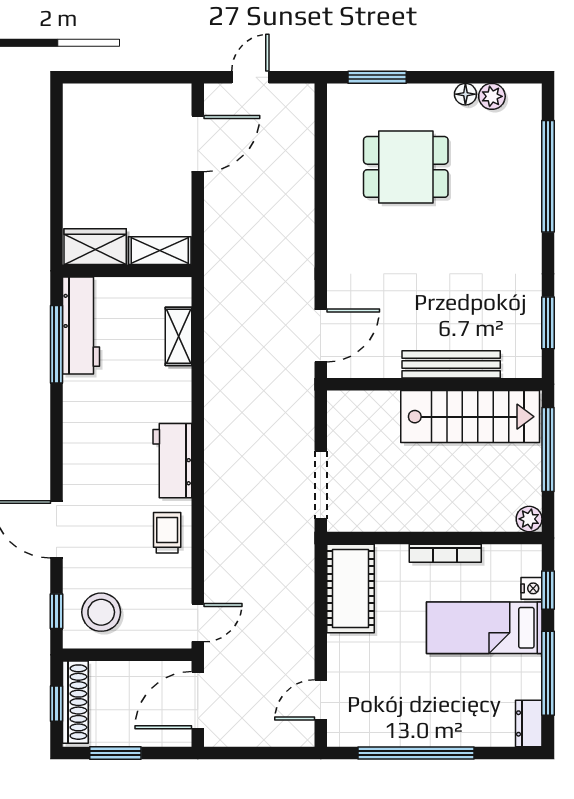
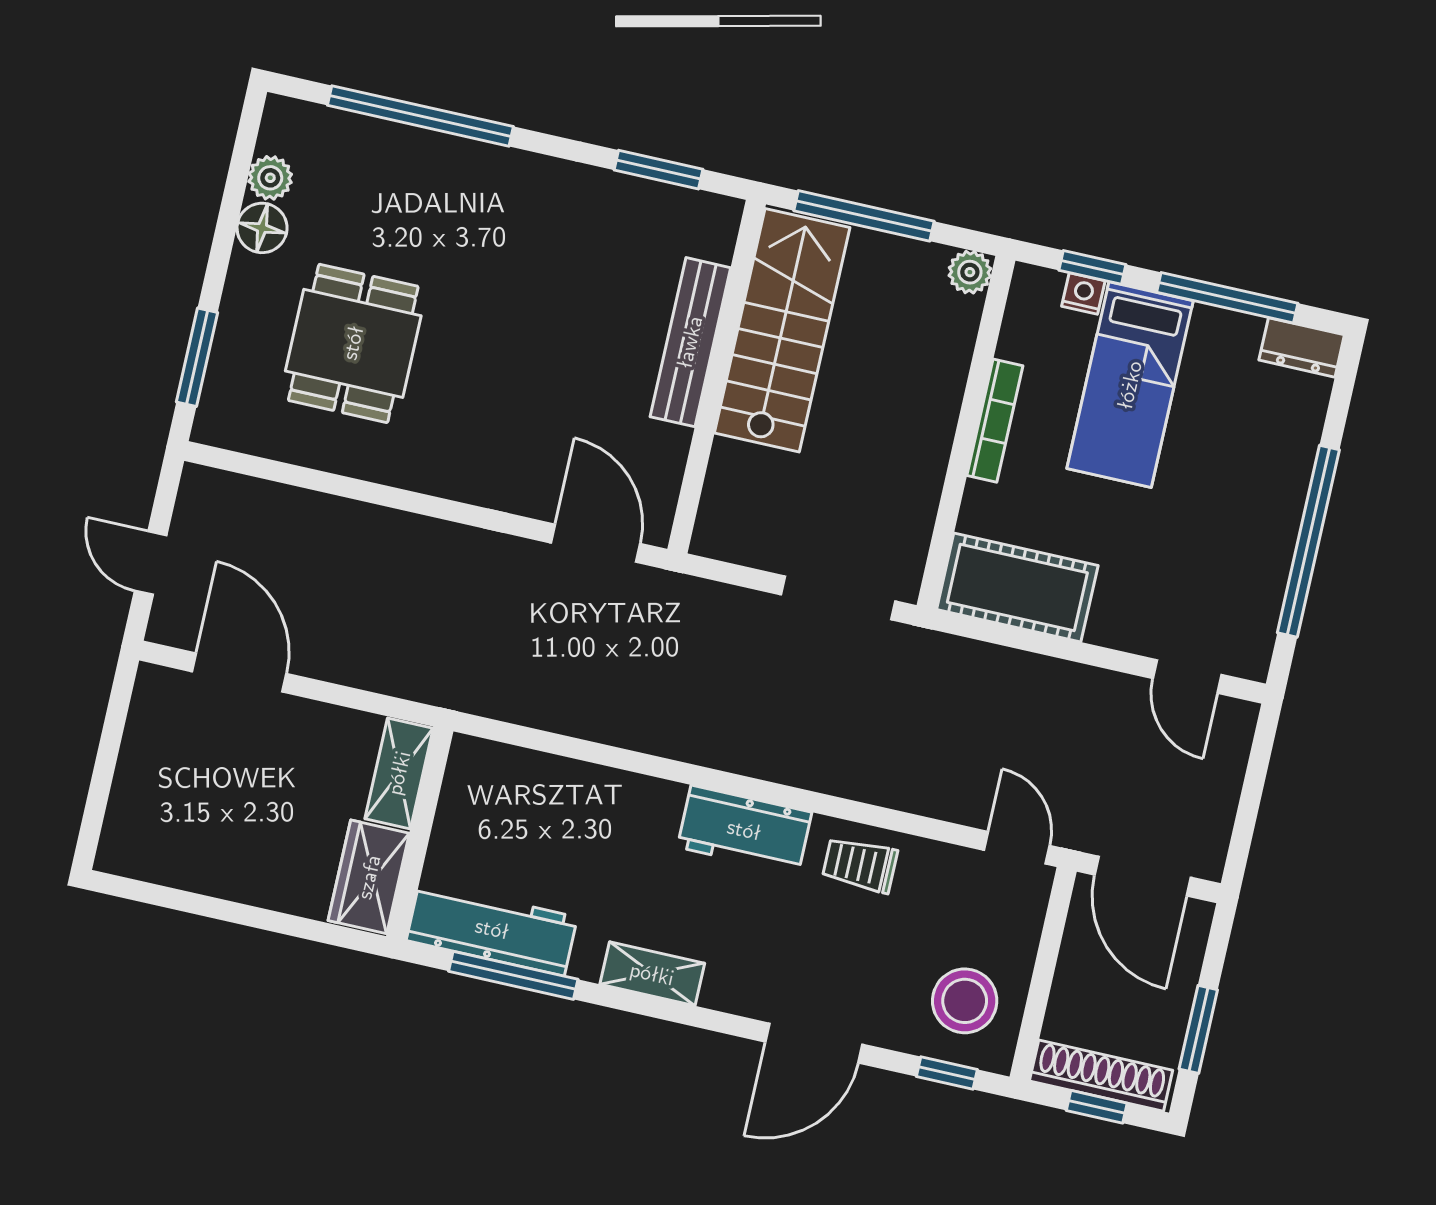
floor lamp: (465, 94) -> (262, 228), width x1.37, depth x1.37
shelving: (179, 336) -> (652, 974), moved

